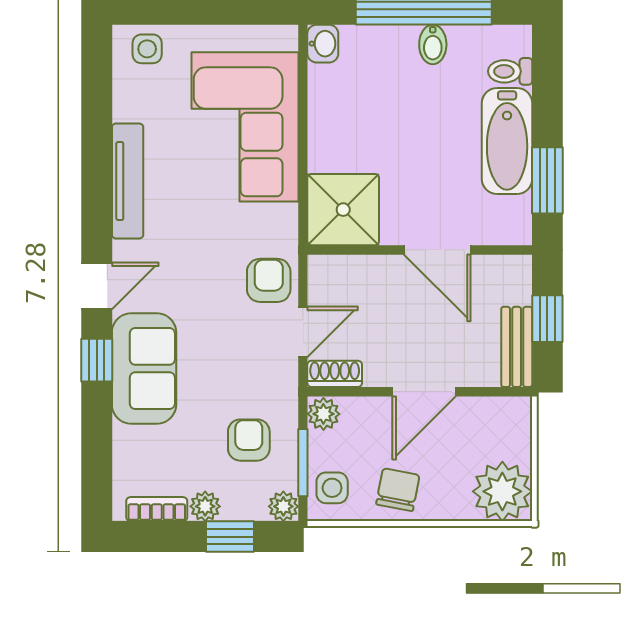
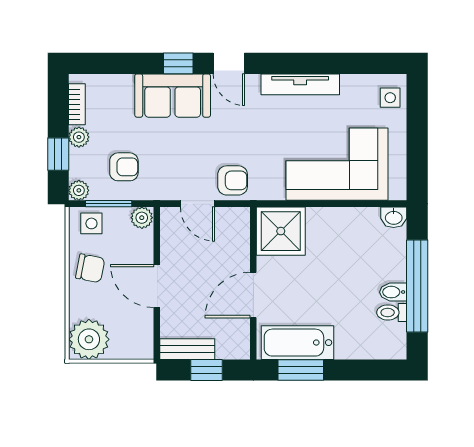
toilet: (510, 71) -> (392, 312), moved, turned -90
bathtub: (507, 141) -> (298, 343), moved
shoe rack: (335, 374) -> (169, 225), removed

